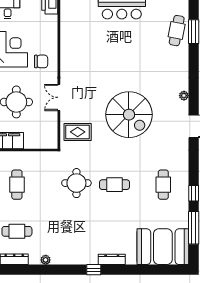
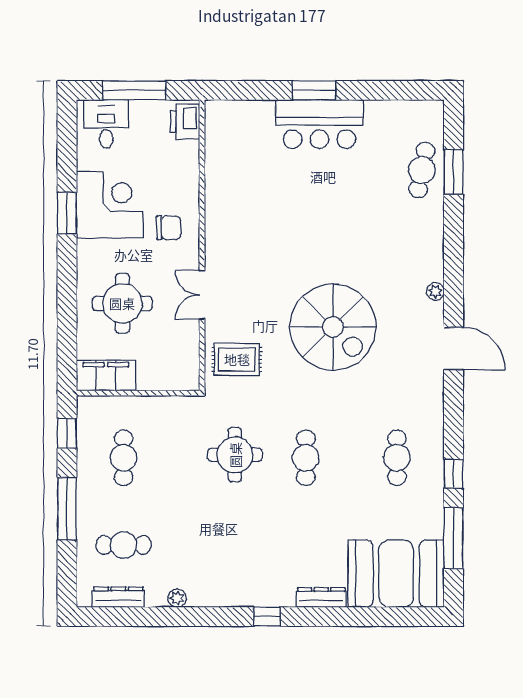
cafe table: (114, 185) -> (306, 458), turned 90
dresser: (112, 259) -> (321, 598), moved

